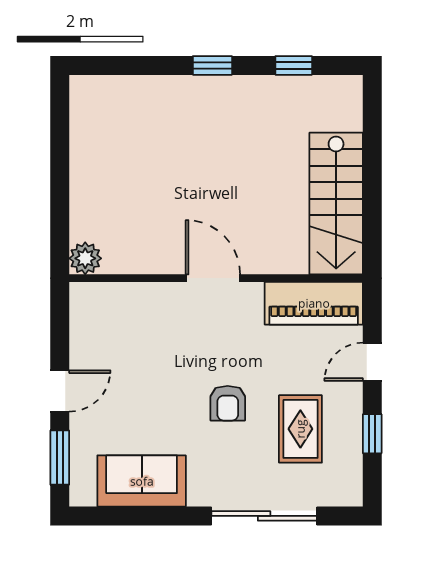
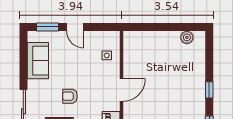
plant: (85, 258) -> (187, 37), moved
side table: (129, 314) -> (107, 55), added

